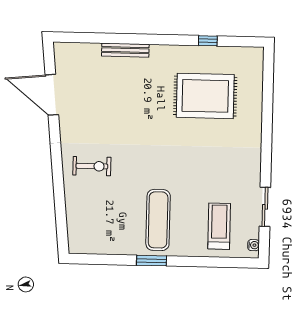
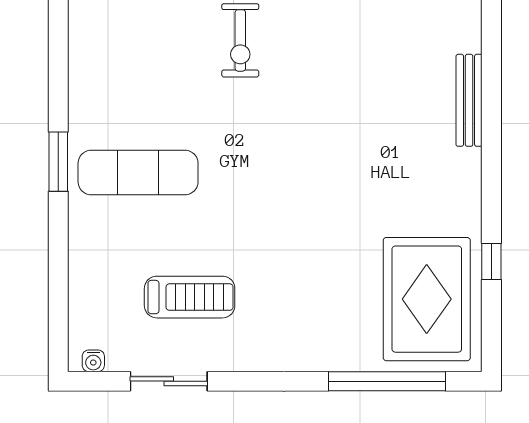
rug: (205, 96) -> (427, 299), moved
window: (268, 96) -> (387, 381), added
treadmill: (219, 226) -> (190, 297), moved

